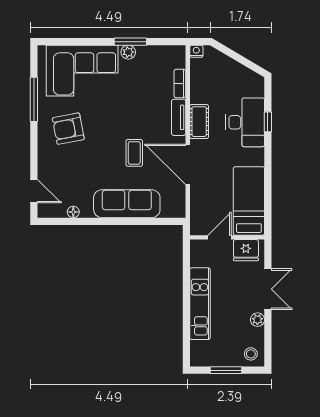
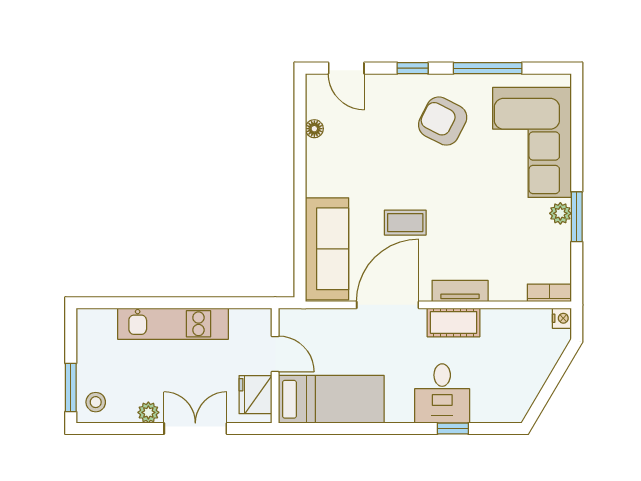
bookcase: (180, 83) -> (549, 293), moved
desk: (245, 122) -> (442, 393), width x0.73
armchair: (68, 129) -> (443, 121), turned -52
window: (34, 148) -> (413, 68), added
door: (34, 191) -> (346, 68), hinge flipped
sofa: (127, 204) -> (327, 249), moved
double door: (268, 289) -> (195, 428), swing flipped
window: (226, 370) -> (71, 387), moved

